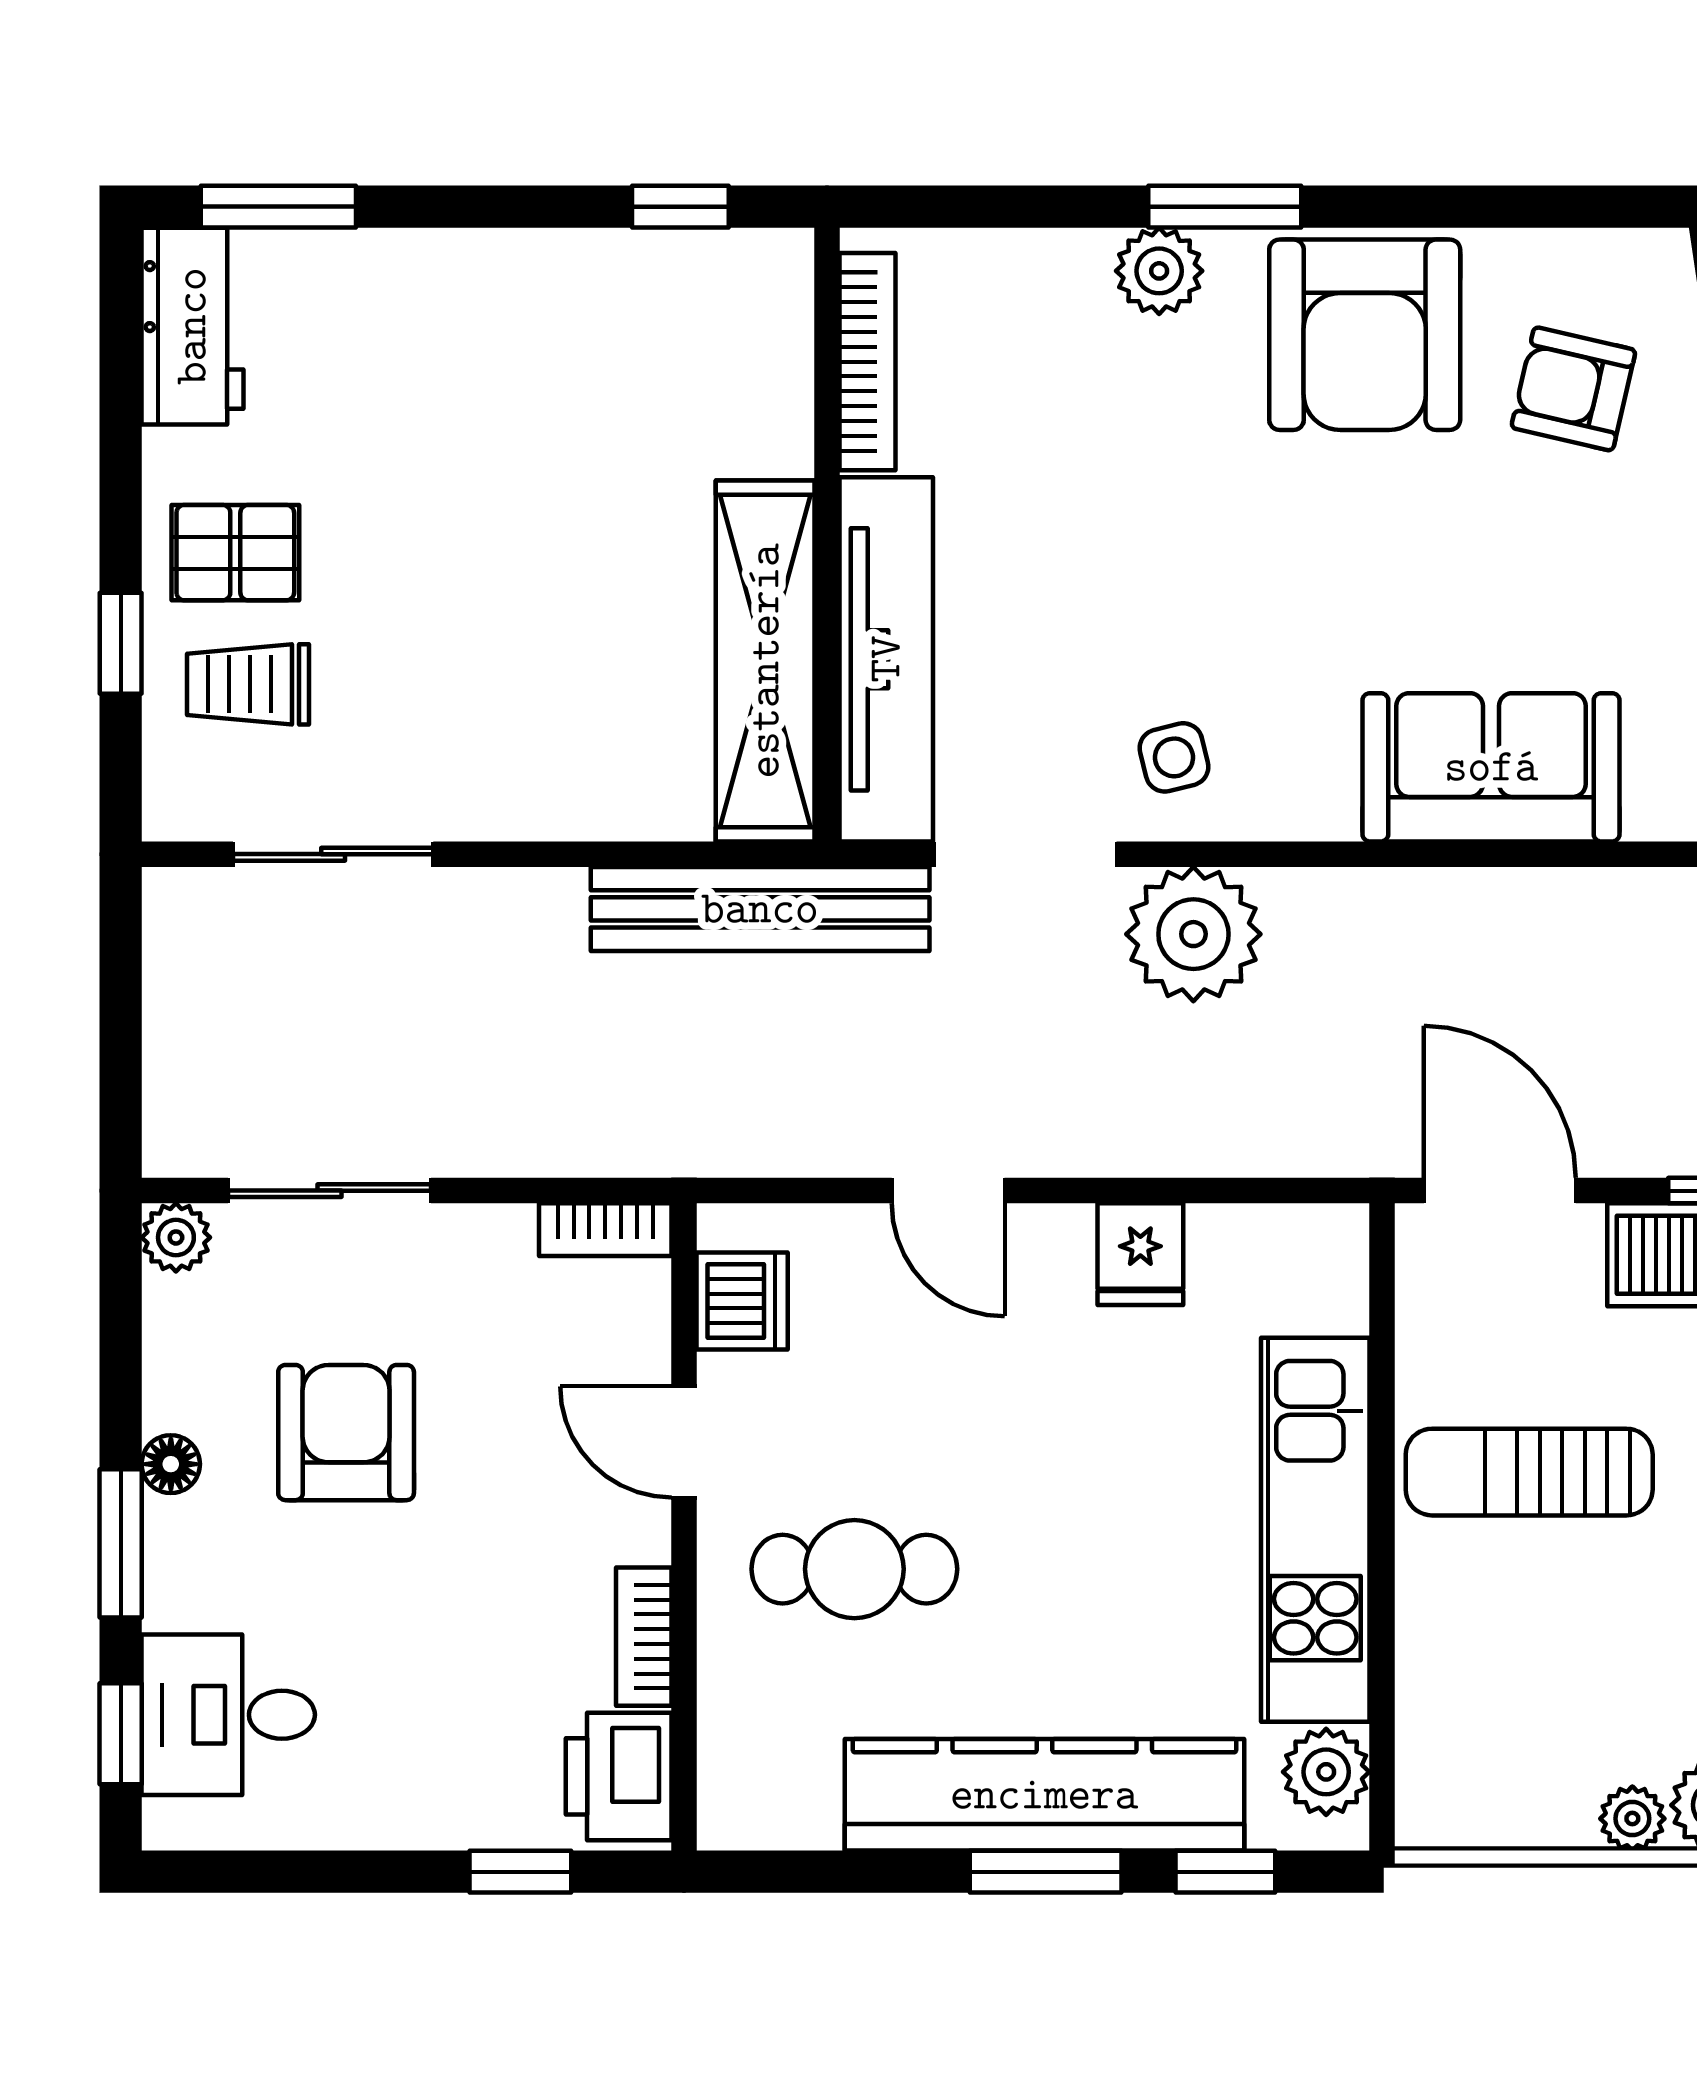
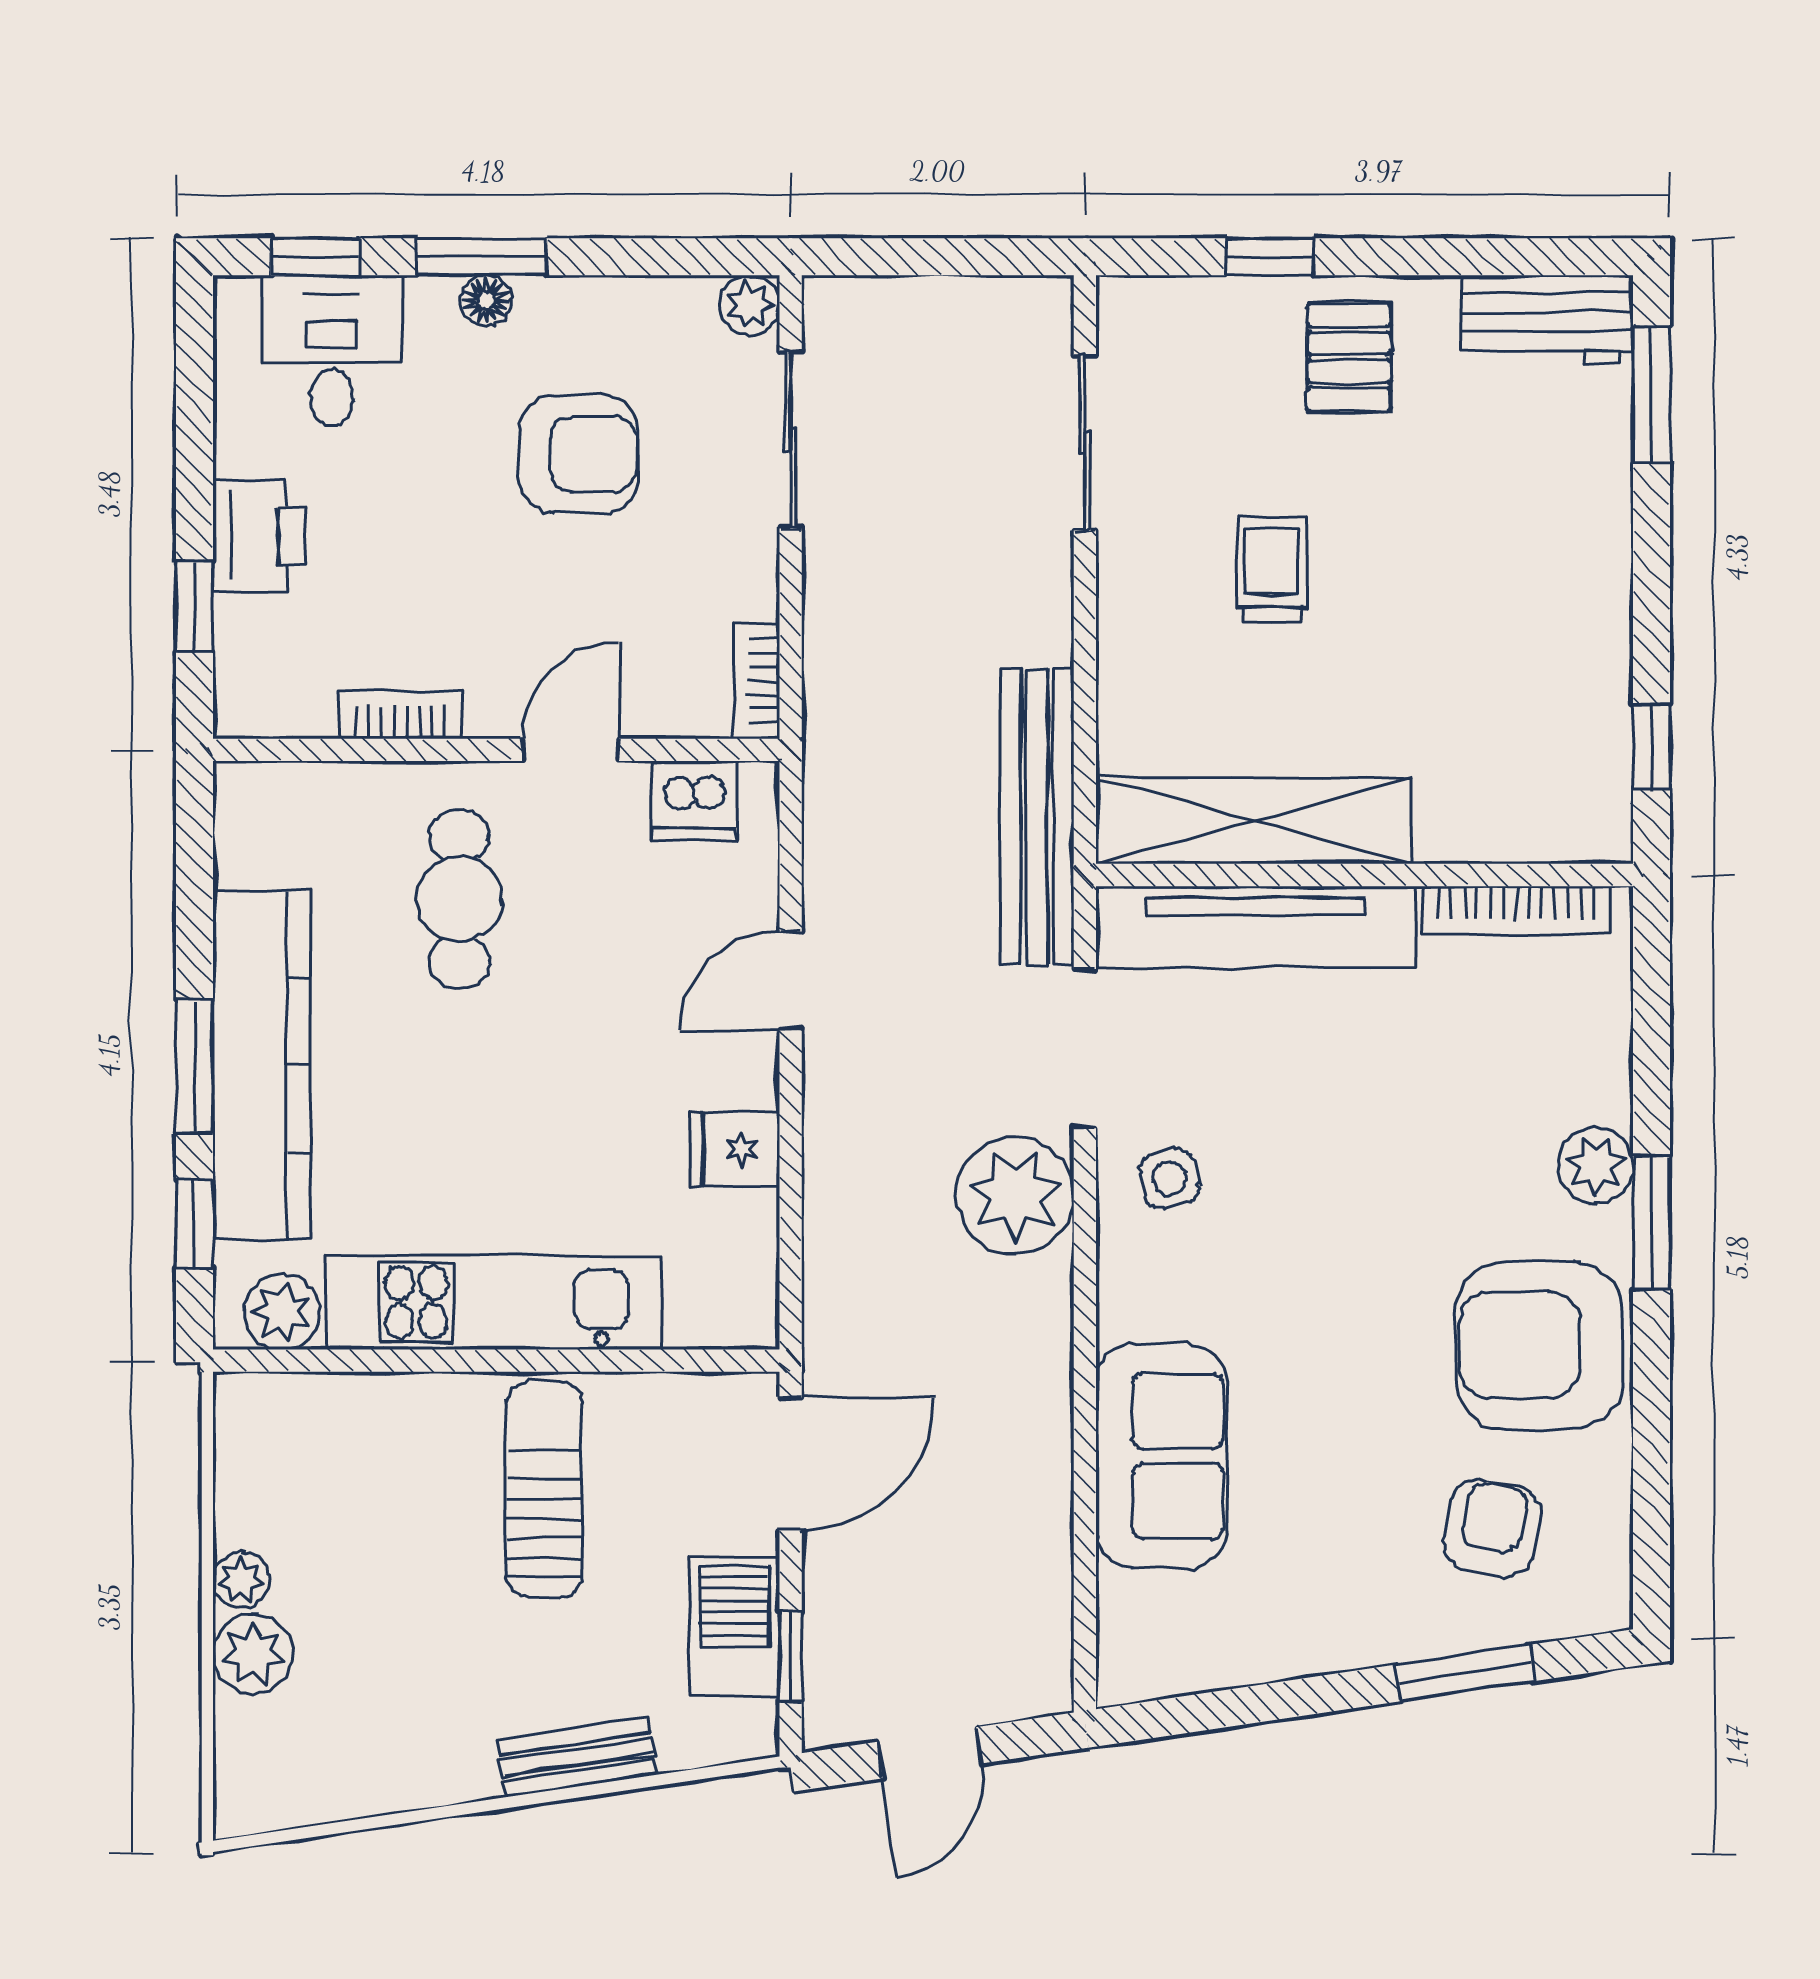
trolley: (248, 684) -> (1272, 569), moved
floor lamp: (171, 1464) -> (486, 301), moved
printer: (619, 1776) -> (259, 536), moved, turned 90

